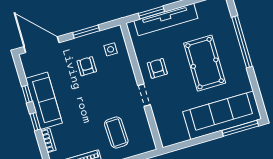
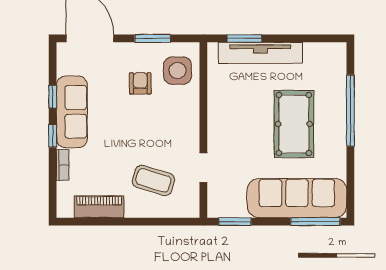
side table: (111, 49) -> (178, 71), width x1.87, depth x1.87
armchair: (157, 68) -> (231, 113), removed
doorway: (144, 95) -> (203, 168), moved
coffee table: (116, 133) -> (153, 180), turned -71
window: (183, 145) -> (235, 222), added

